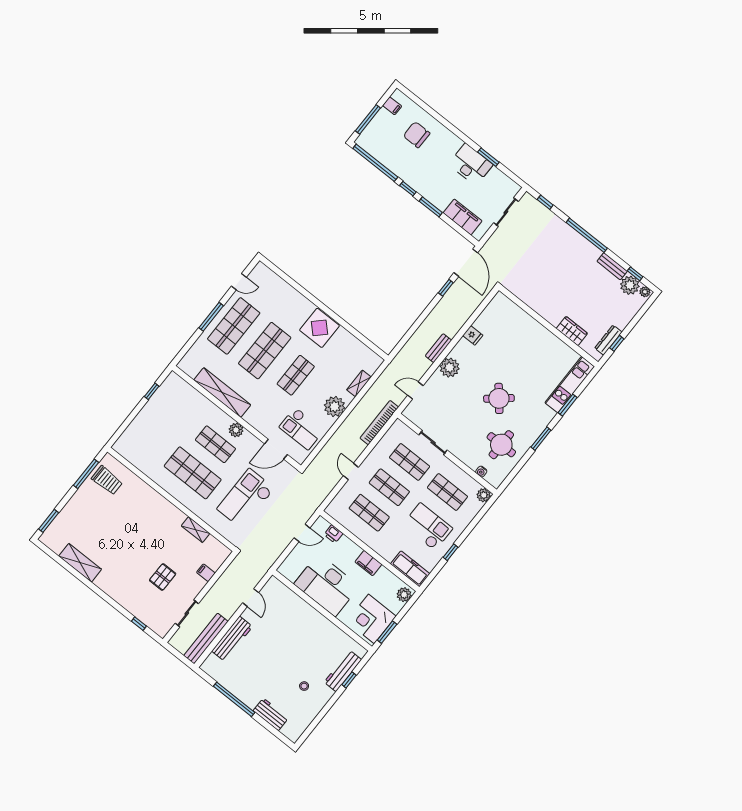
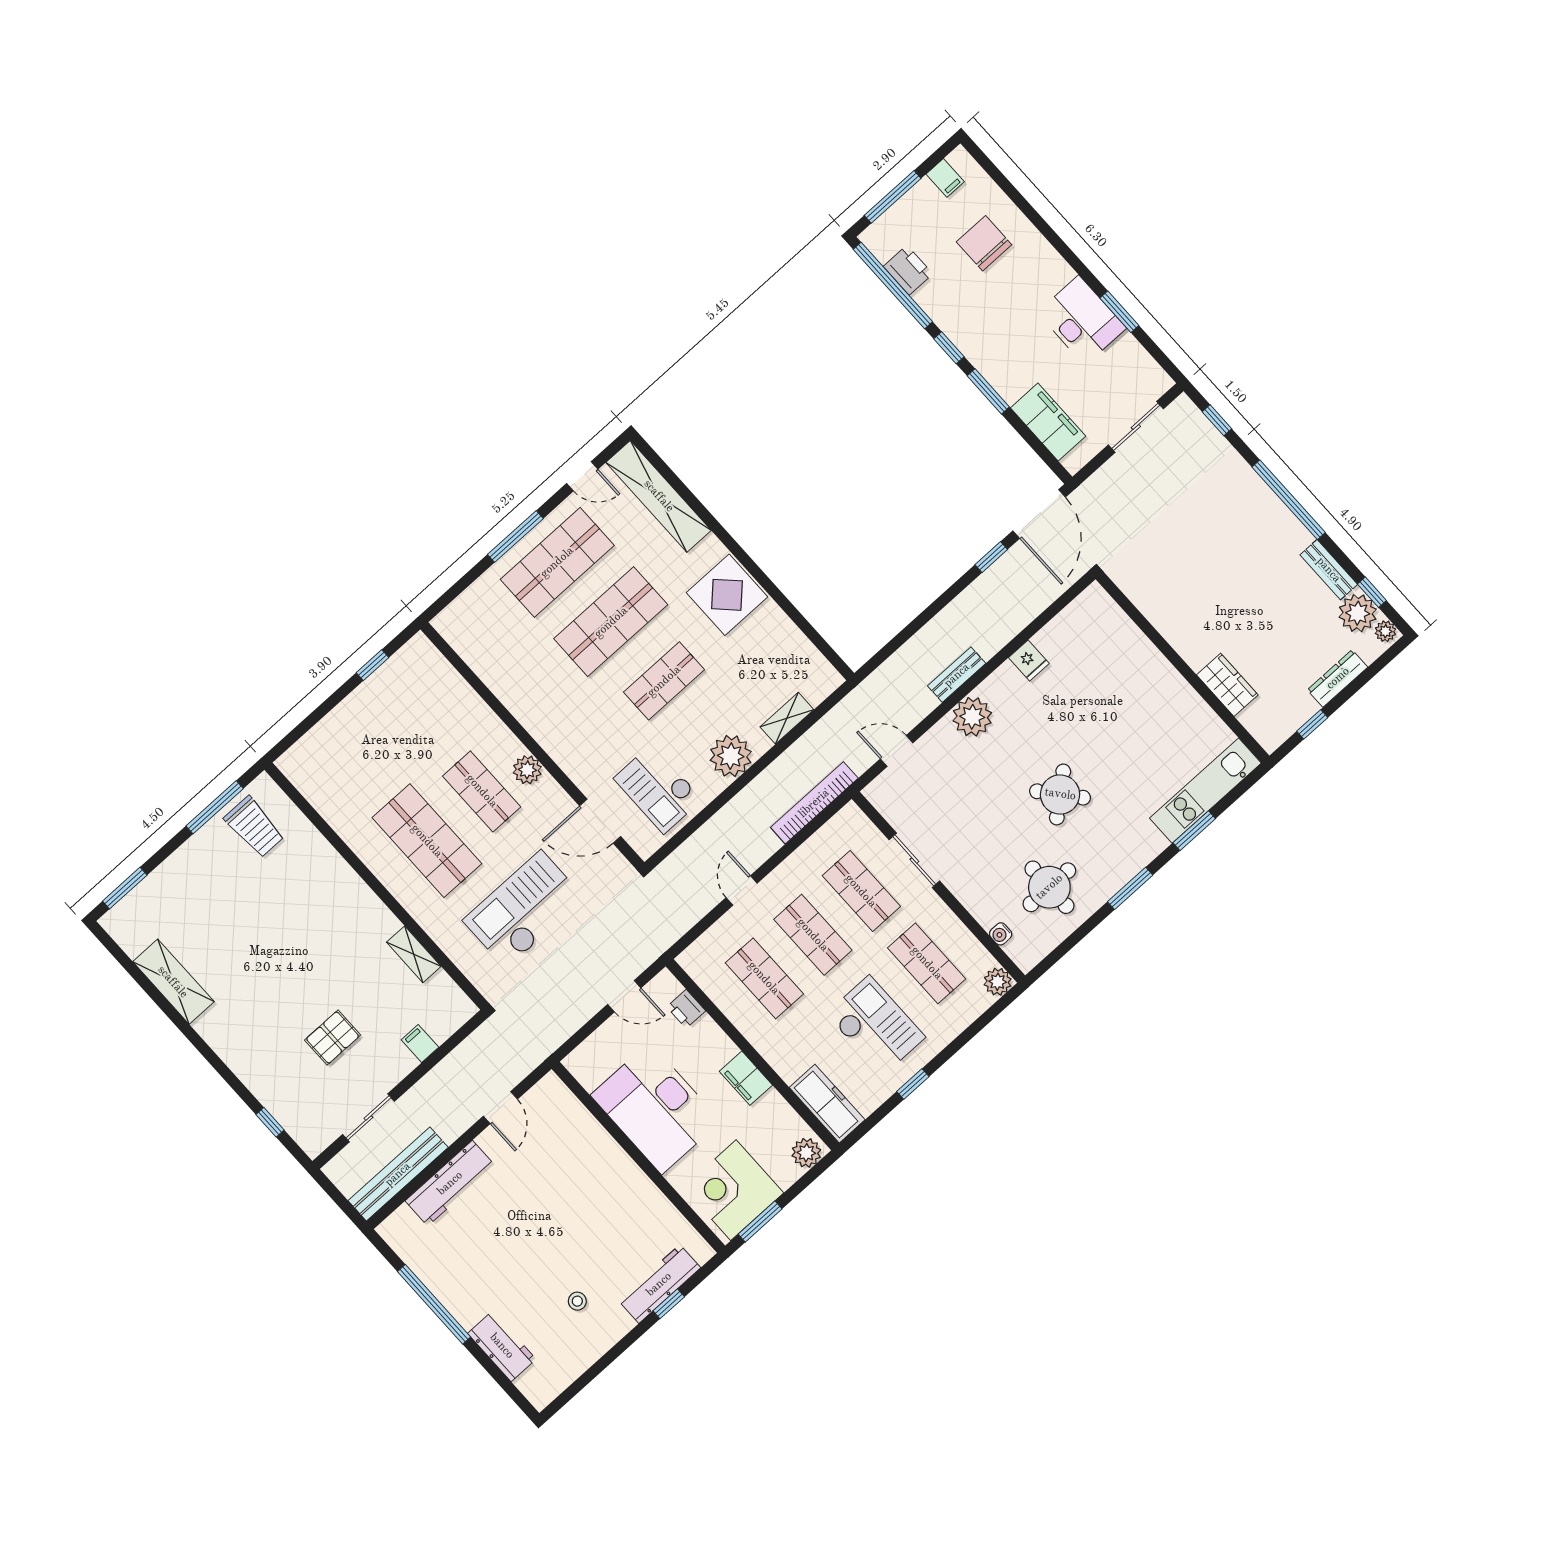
printer: (382, 154) -> (908, 270), added
dresser: (608, 340) -> (1338, 678), moved
shelving: (222, 393) -> (659, 496), moved

